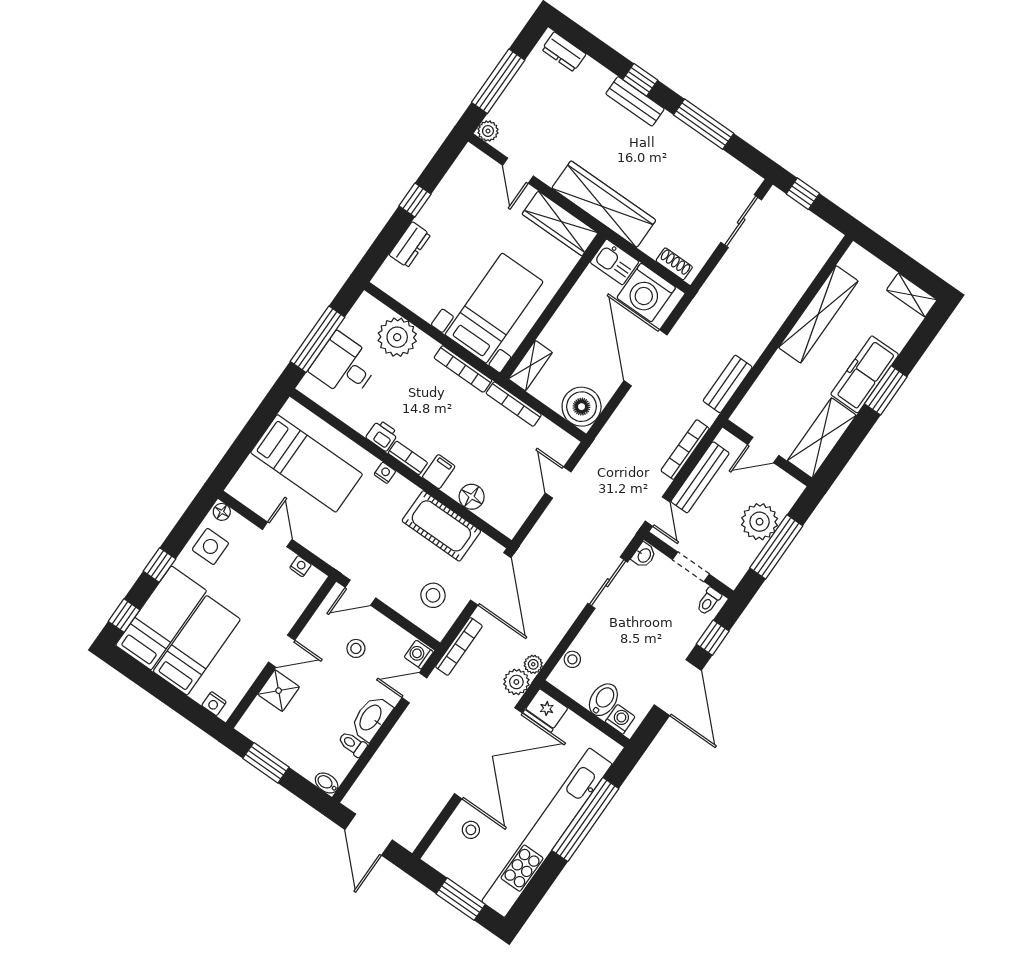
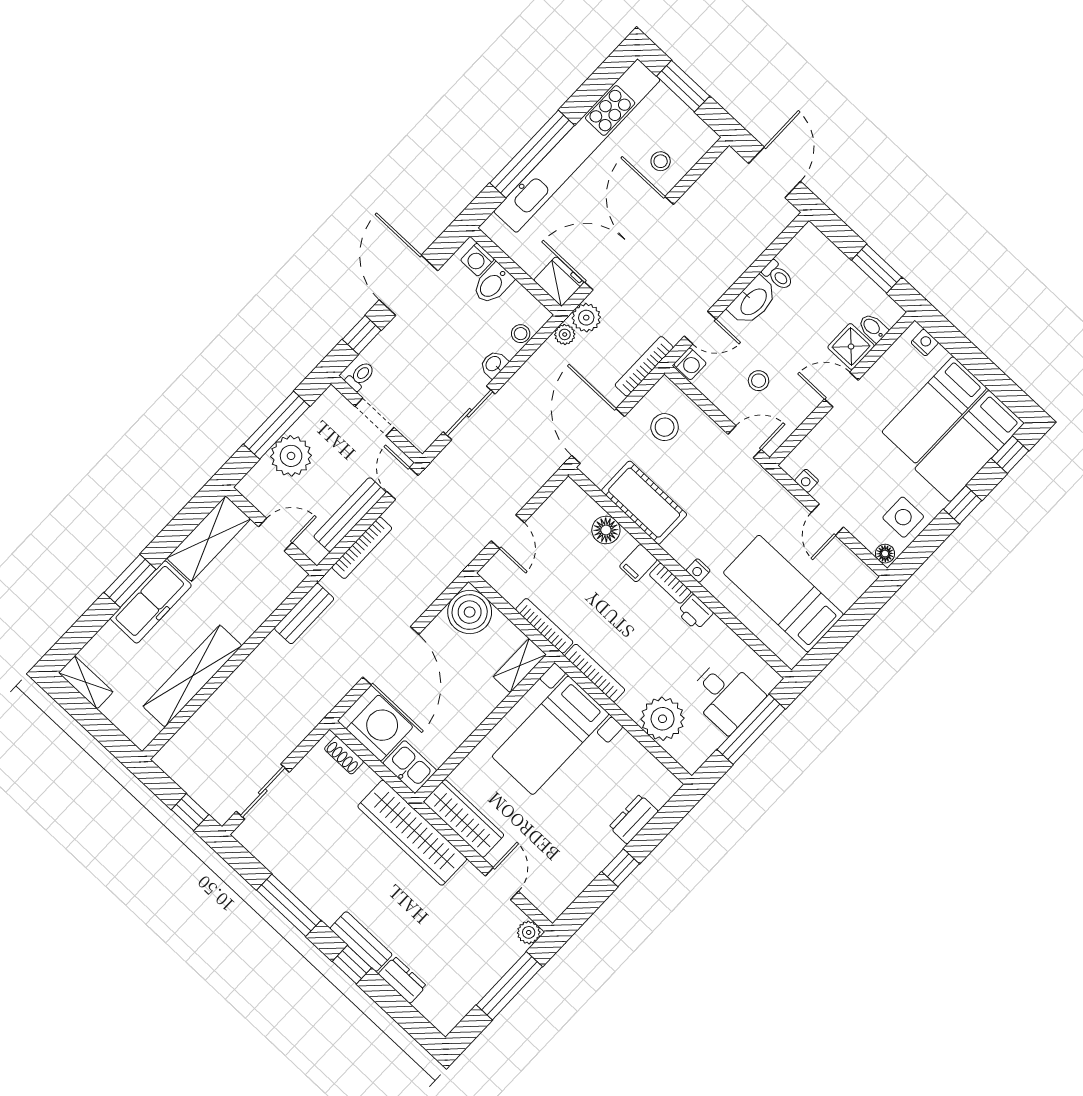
dresser: (564, 52) -> (402, 980), moved
washbasin: (644, 555) -> (494, 364), moved
bidet: (327, 783) -> (873, 328), moved, turned 180

